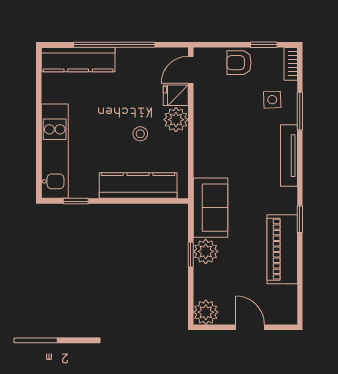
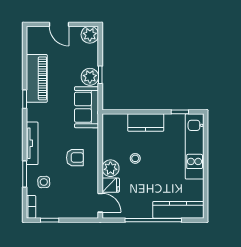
armchair: (239, 63) -> (75, 158), moved
door: (191, 70) -> (100, 203), hinge flipped
kitchen counter: (138, 186) -> (146, 123), width x0.67

